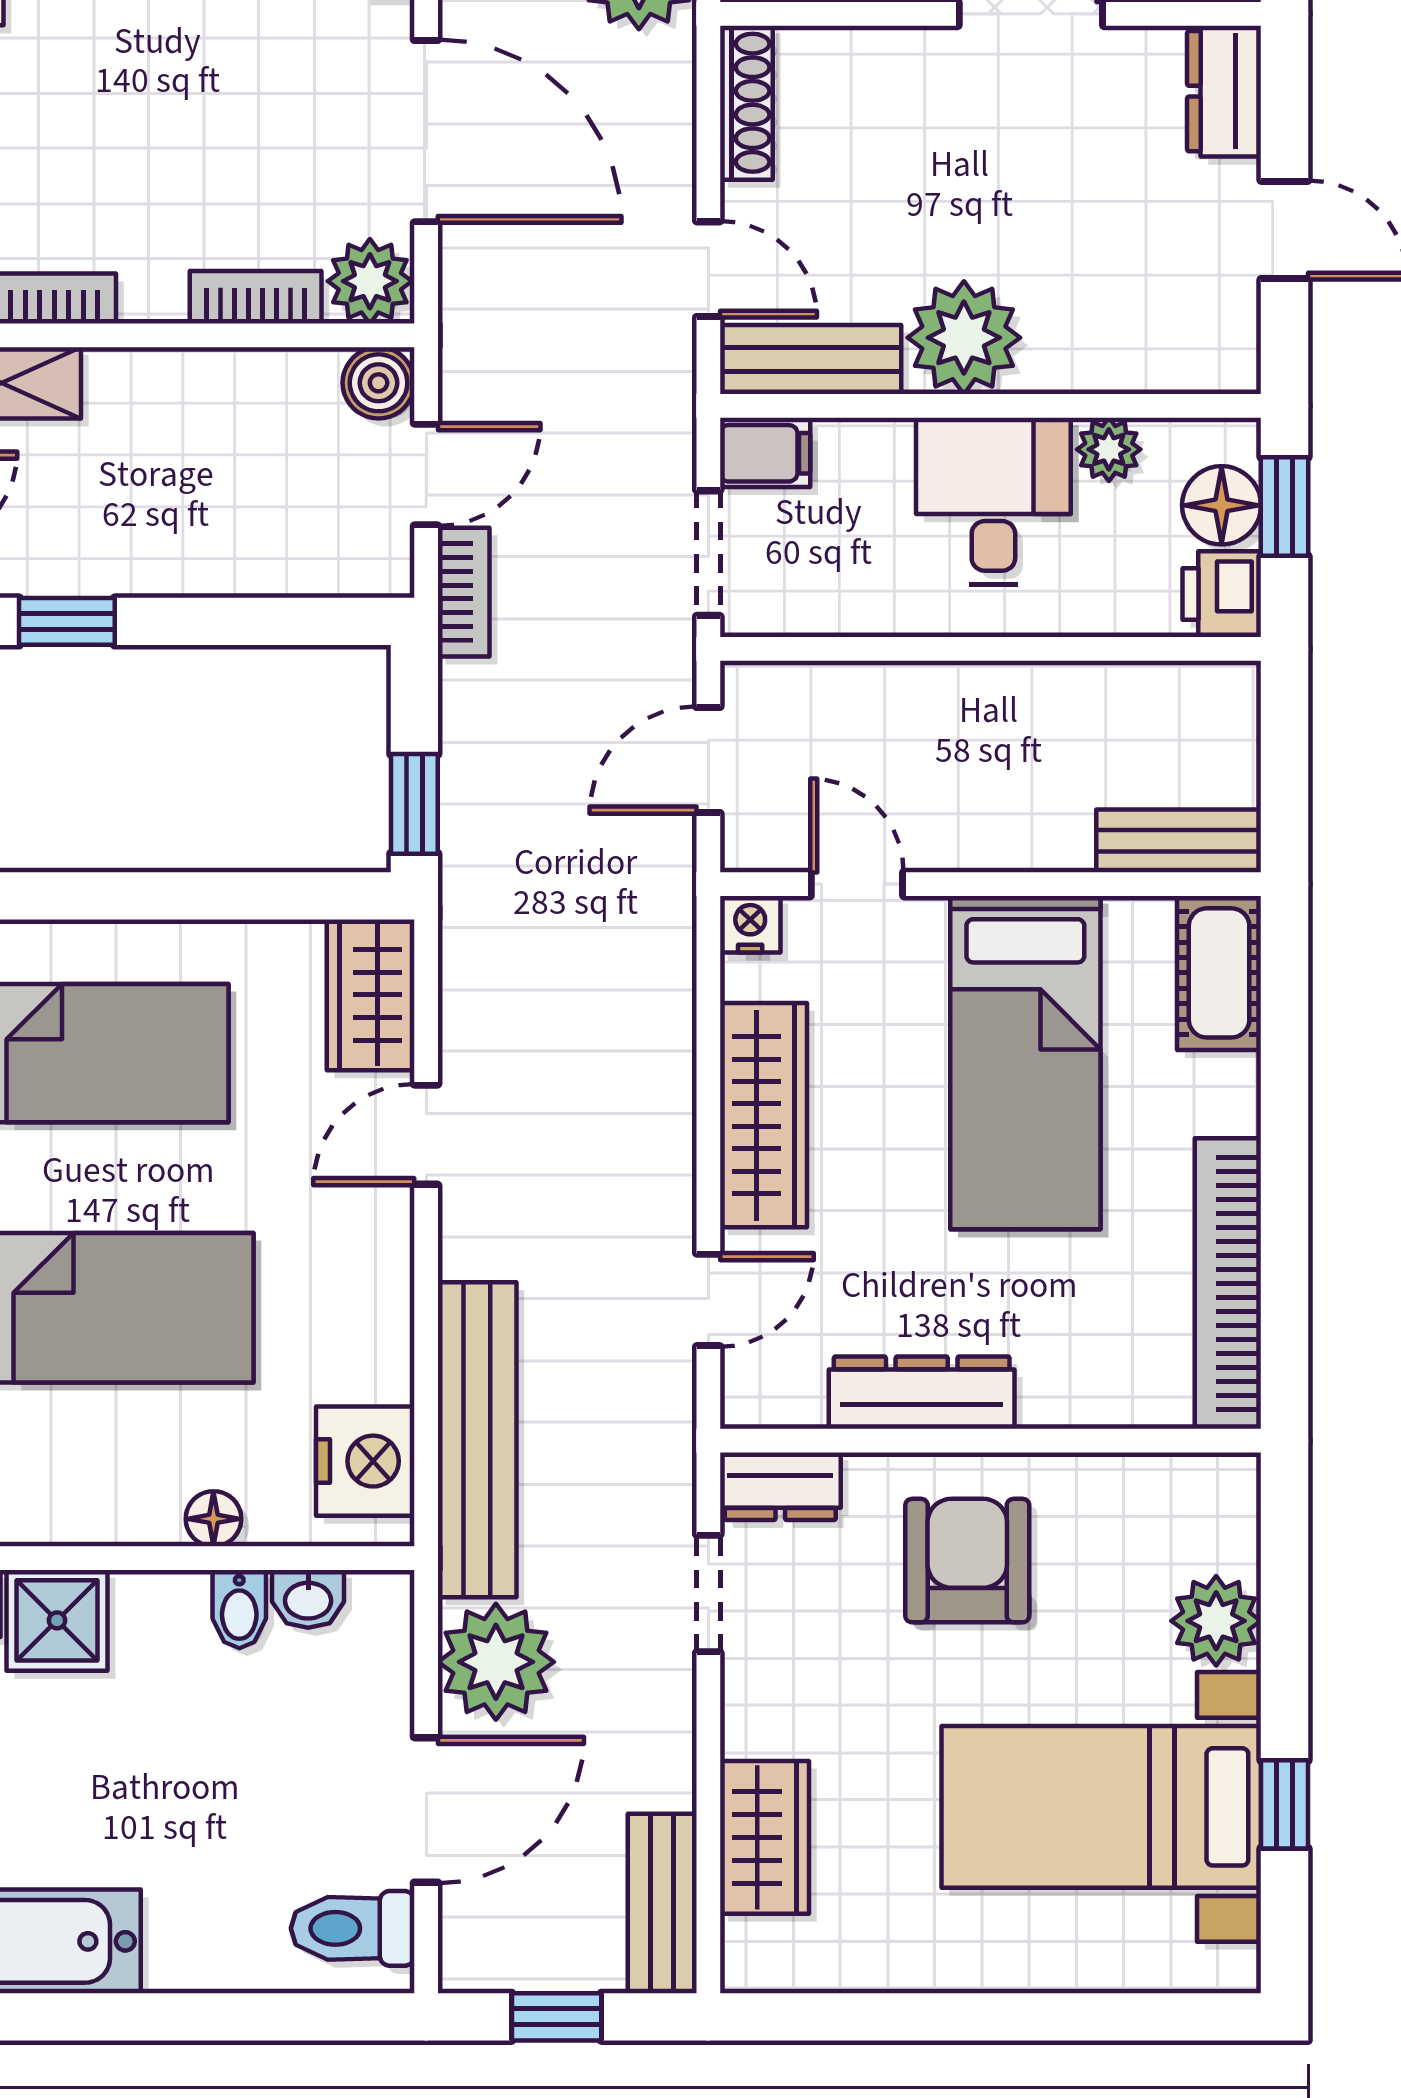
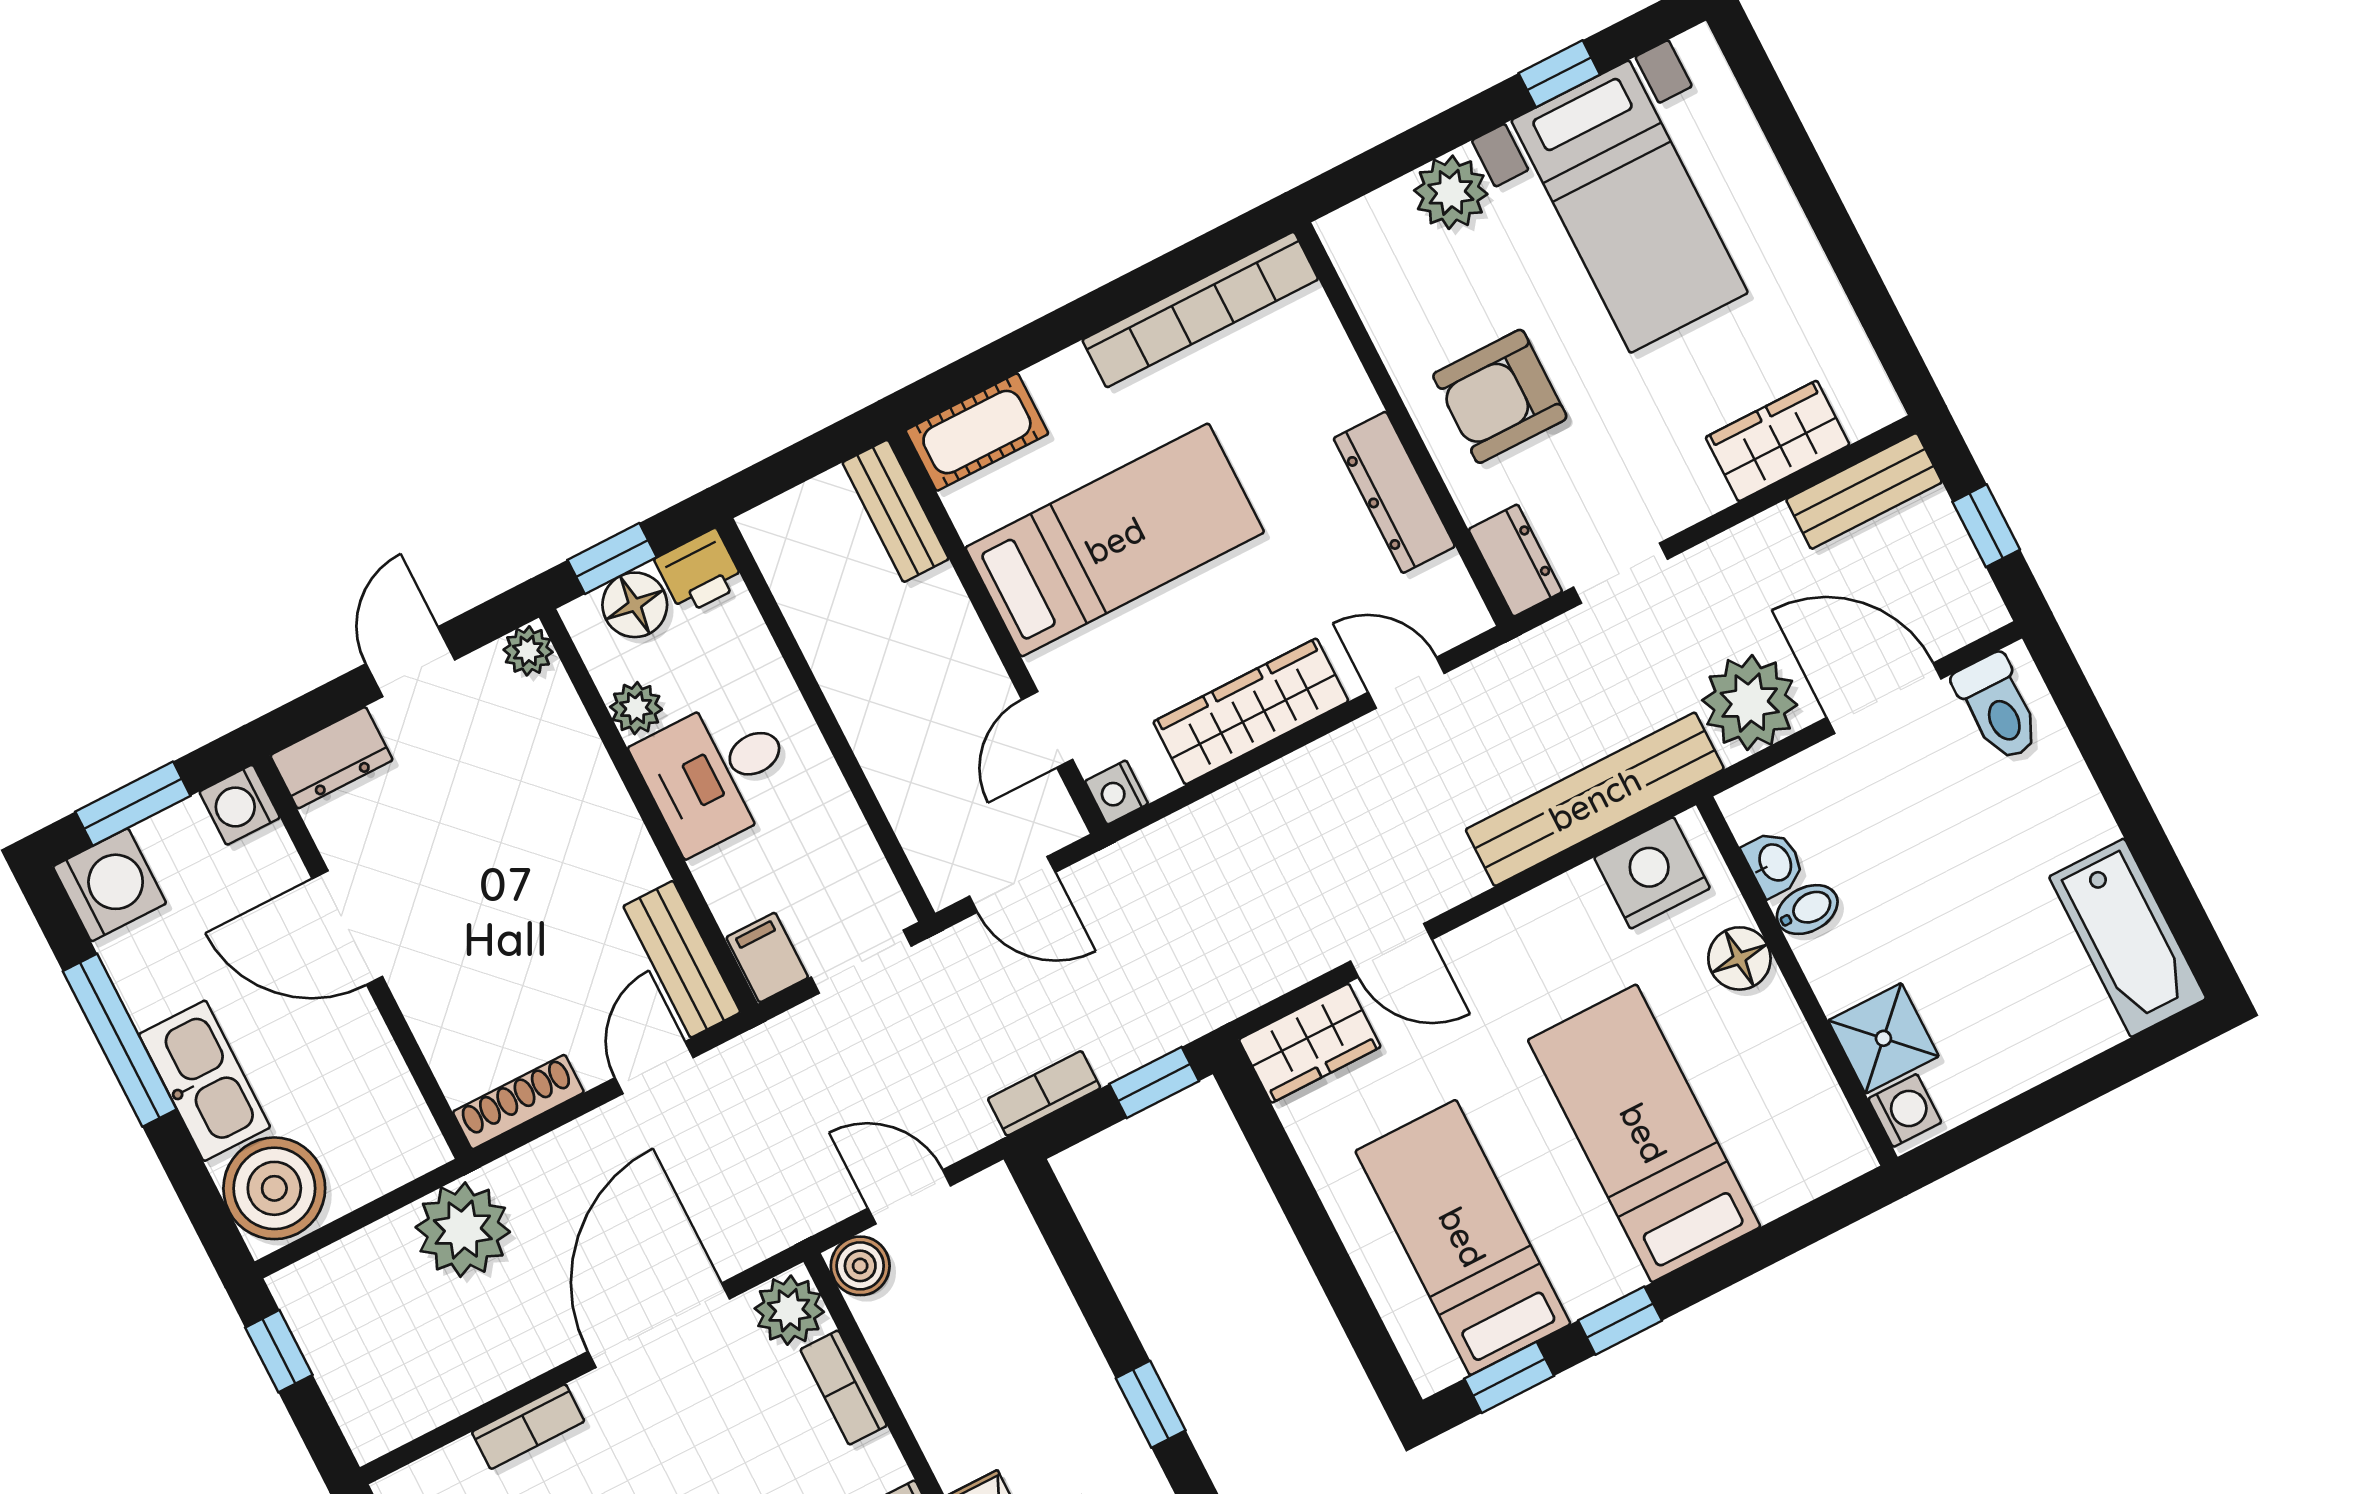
plant: (964, 338) -> (528, 651), moved, width x0.53, depth x0.53
bookcase: (464, 592) -> (1044, 1093), moved
floor lamp: (213, 1519) -> (1739, 958), width x1.37, depth x1.37

